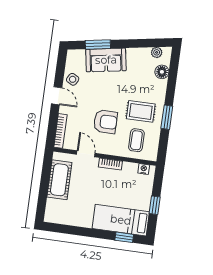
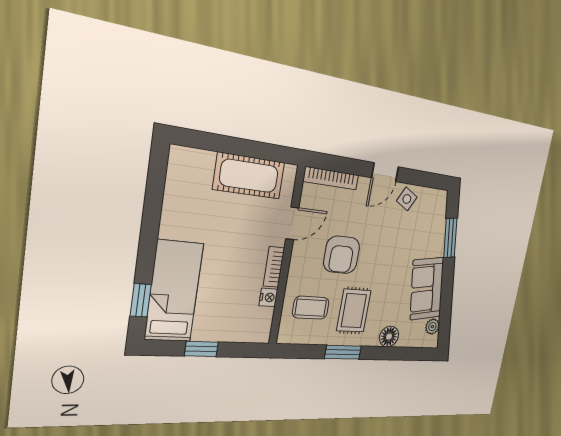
sofa: (106, 60) -> (427, 289), moved
floor lamp: (162, 72) -> (389, 337), moved
nightstand: (144, 169) -> (268, 297), moved

